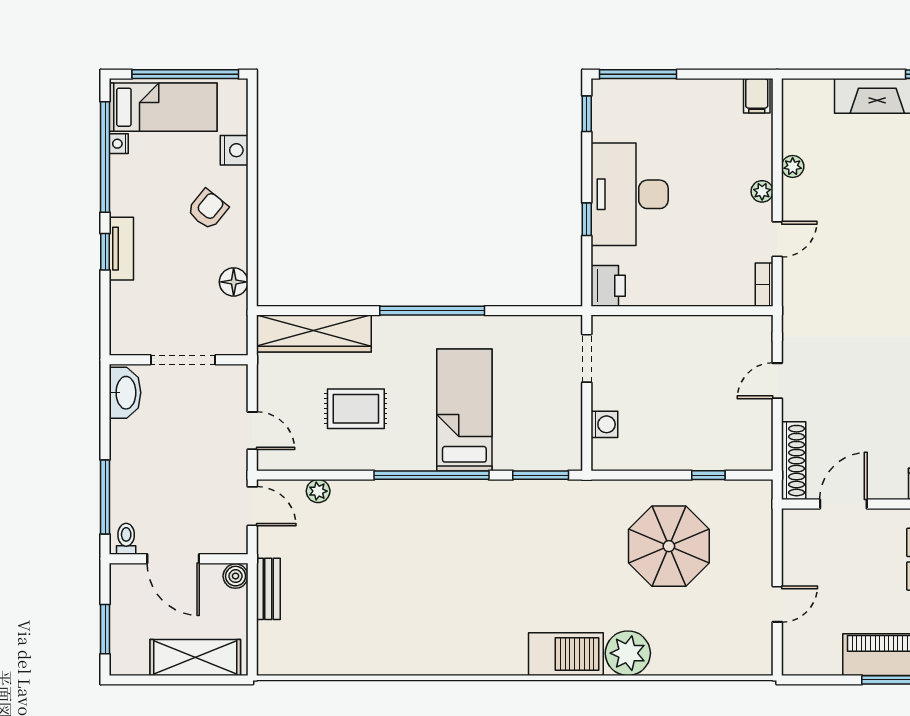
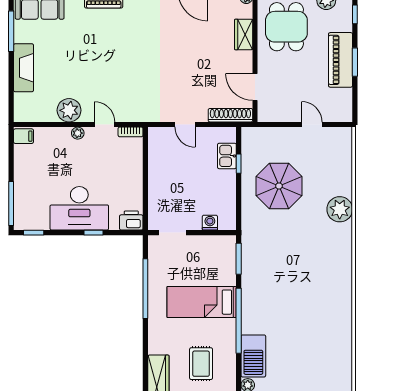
plant: (793, 166) -> (69, 110), width x1.87, depth x1.87
window: (432, 311) -> (145, 289), moved
kitchen sink: (722, 454) -> (227, 156), added
barbecue: (566, 654) -> (253, 356), moved, turned 180

